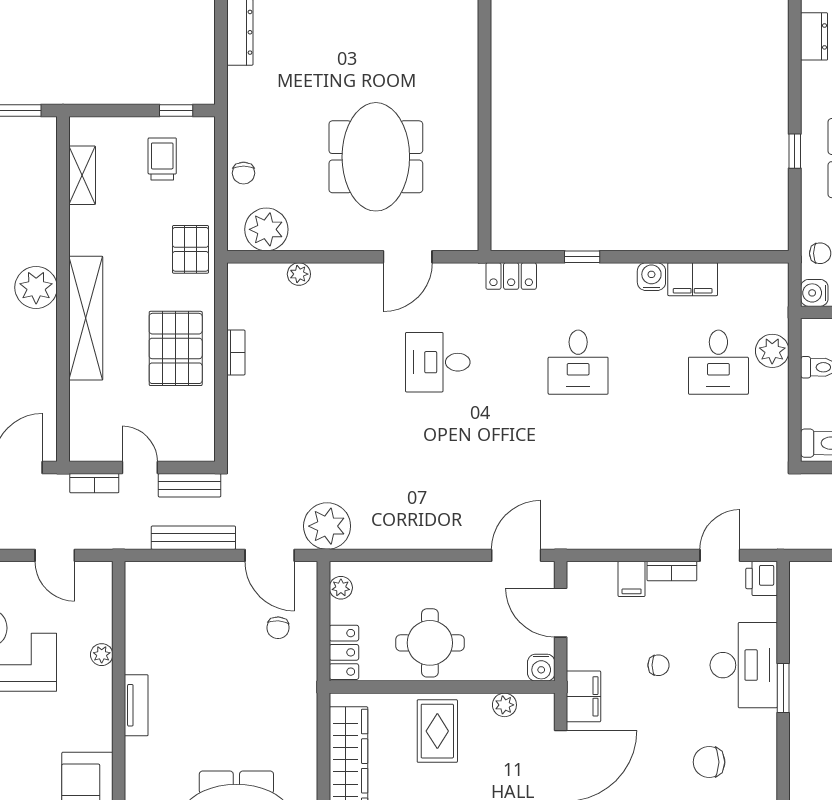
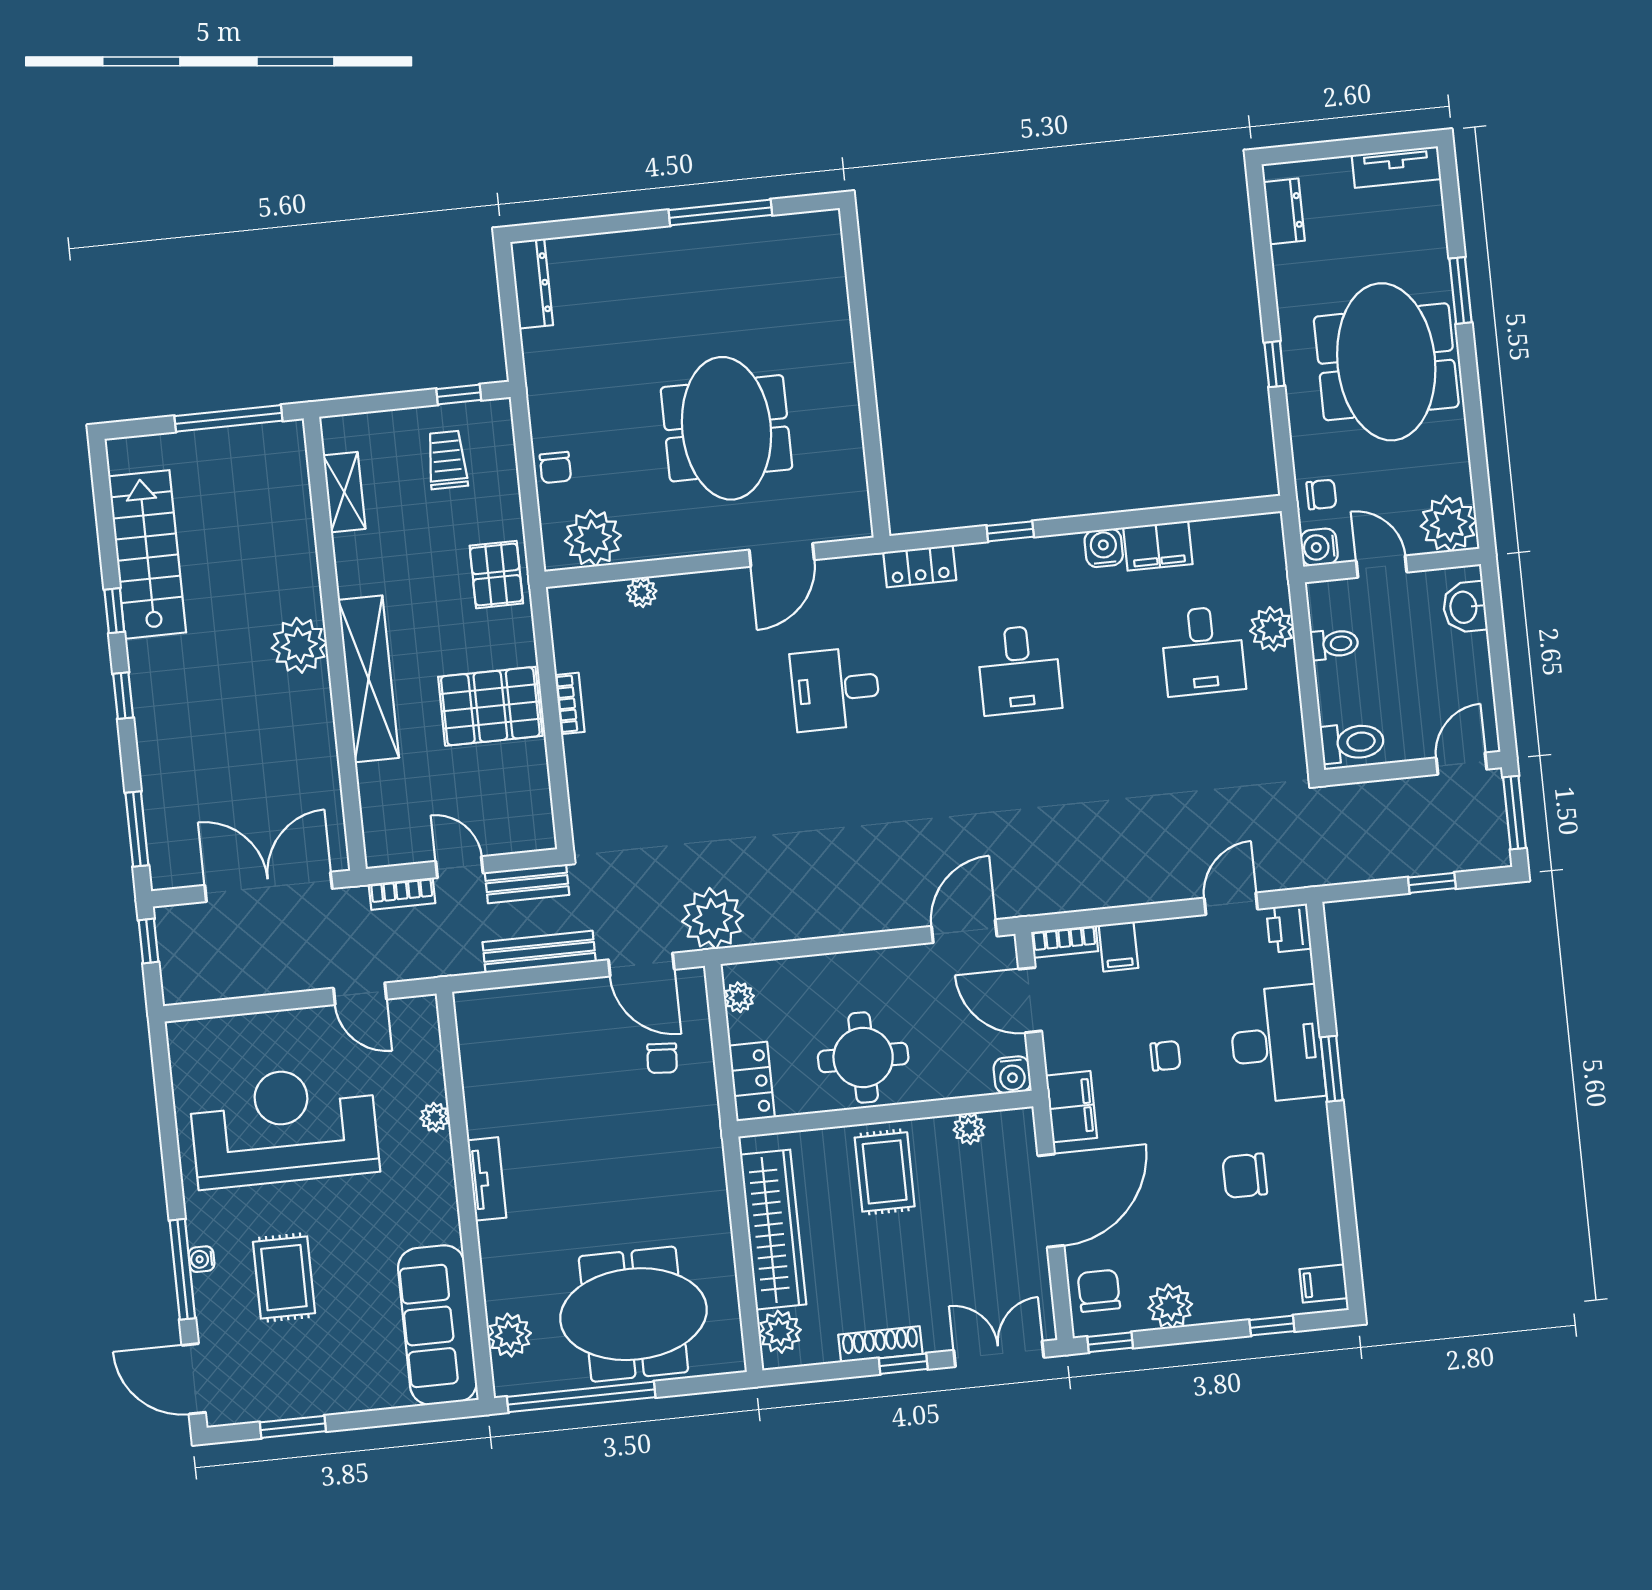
pallet: (176, 348) -> (490, 706), turned 90
bookcase: (672, 571) -> (1065, 942), moved

